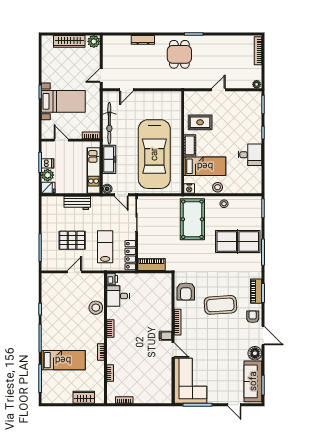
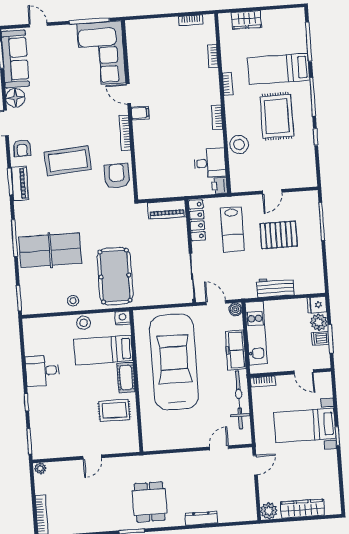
rug: (67, 326) -> (277, 116), added

